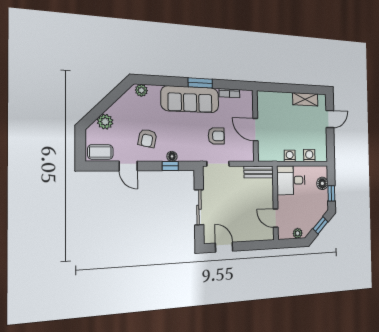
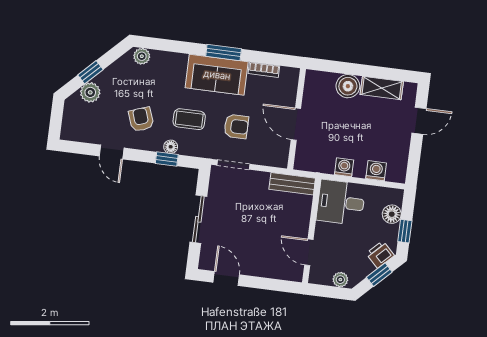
sofa: (190, 99) -> (217, 75), width x0.73
boiler: (285, 100) -> (348, 86), added
window: (103, 106) -> (90, 72), added
armchair: (147, 138) -> (141, 119), turned 149
coffee table: (100, 152) -> (189, 119), moved
printer: (319, 212) -> (380, 254), added

